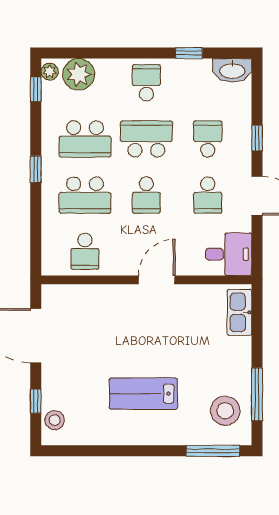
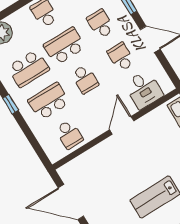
school desk: (85, 195) -> (49, 101), turned 180
school desk: (208, 195) -> (121, 57), turned 180
desk: (229, 254) -> (144, 89), moved, turned 90

